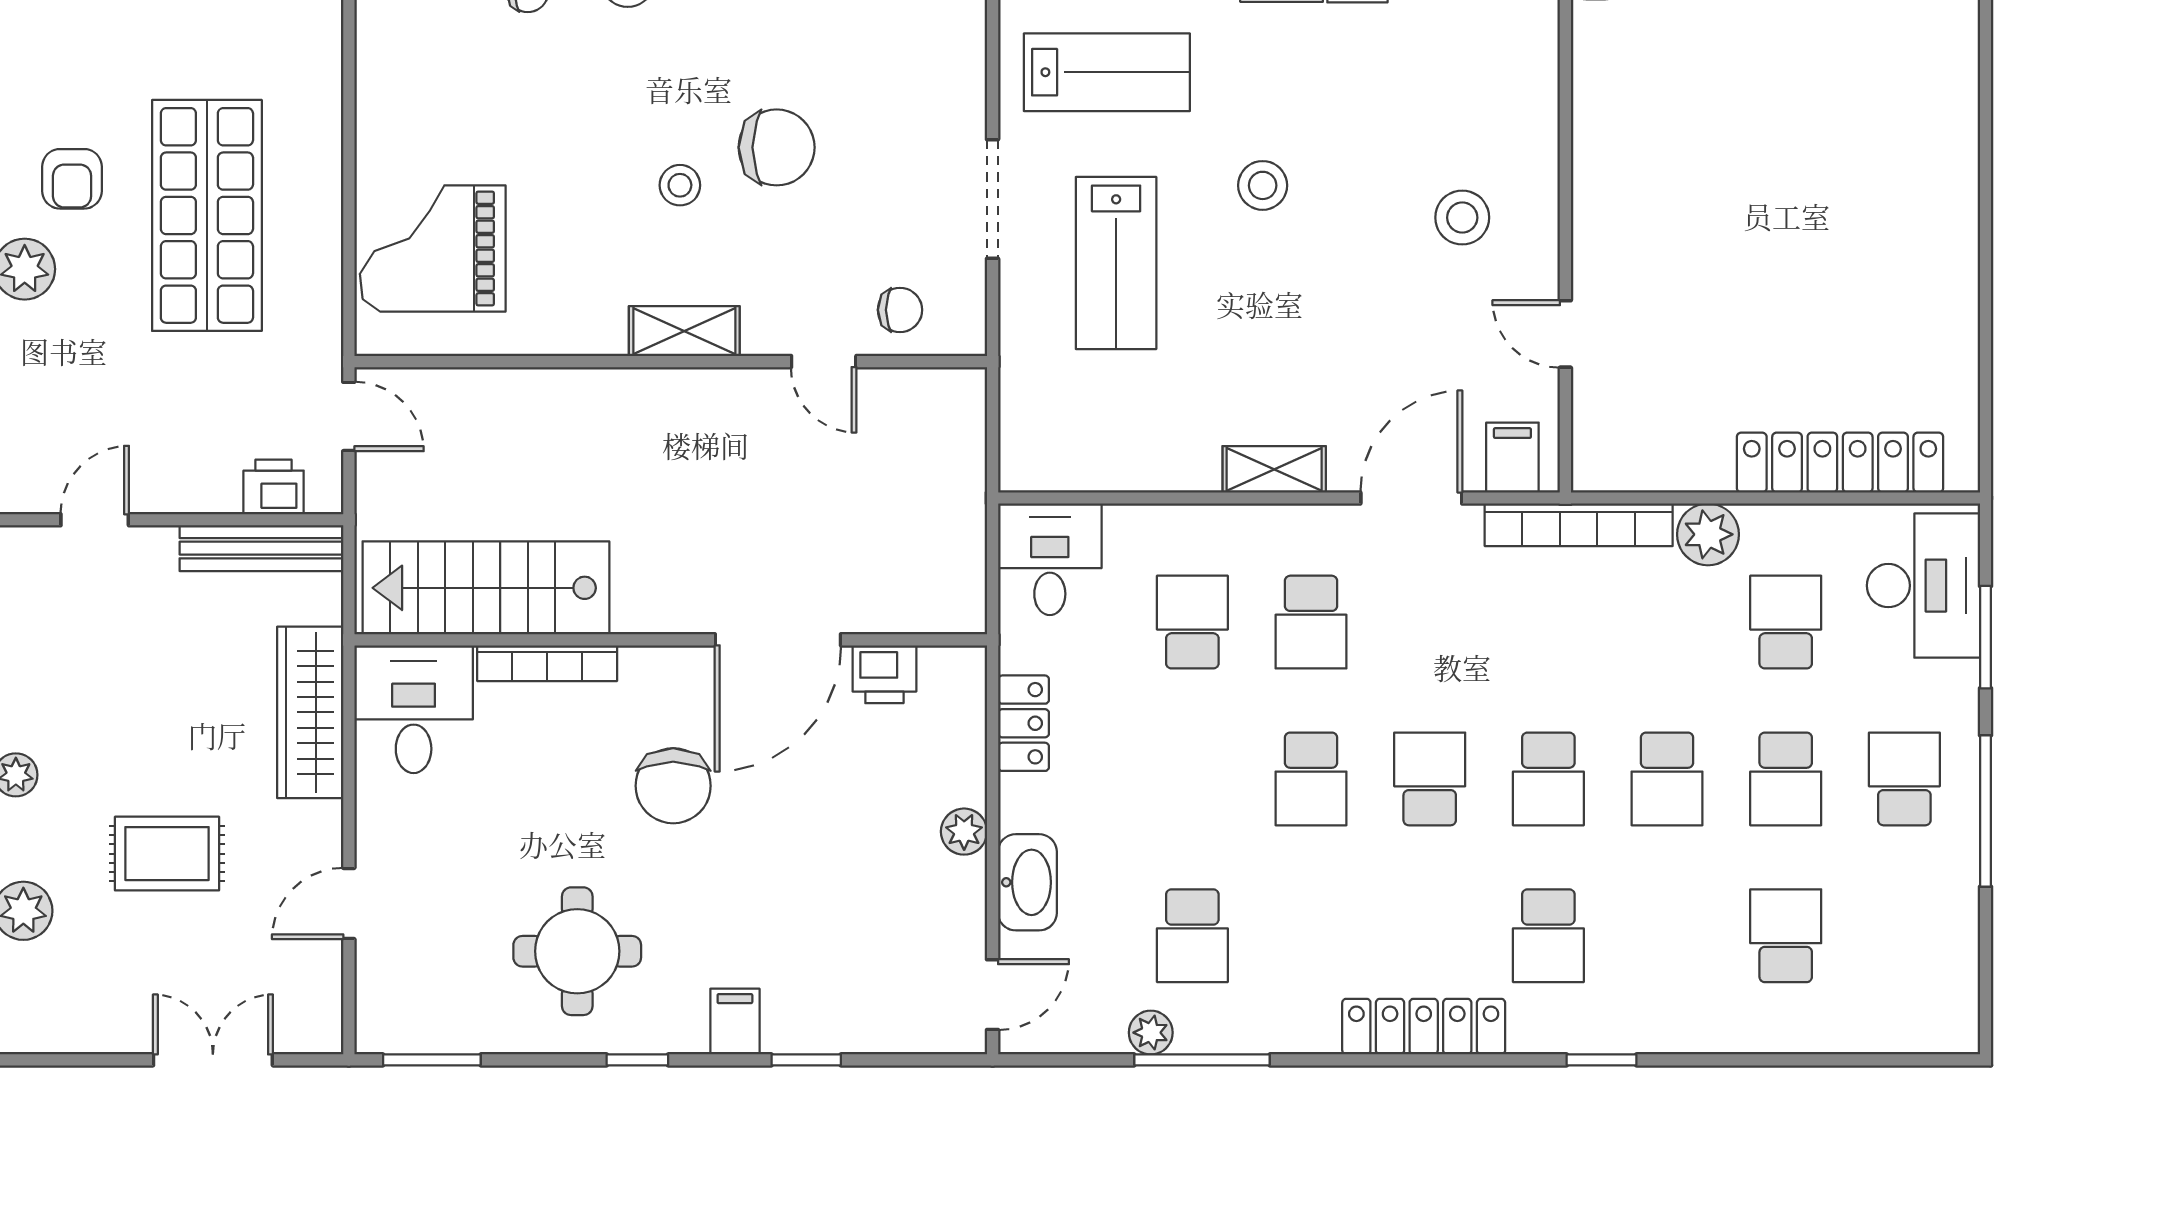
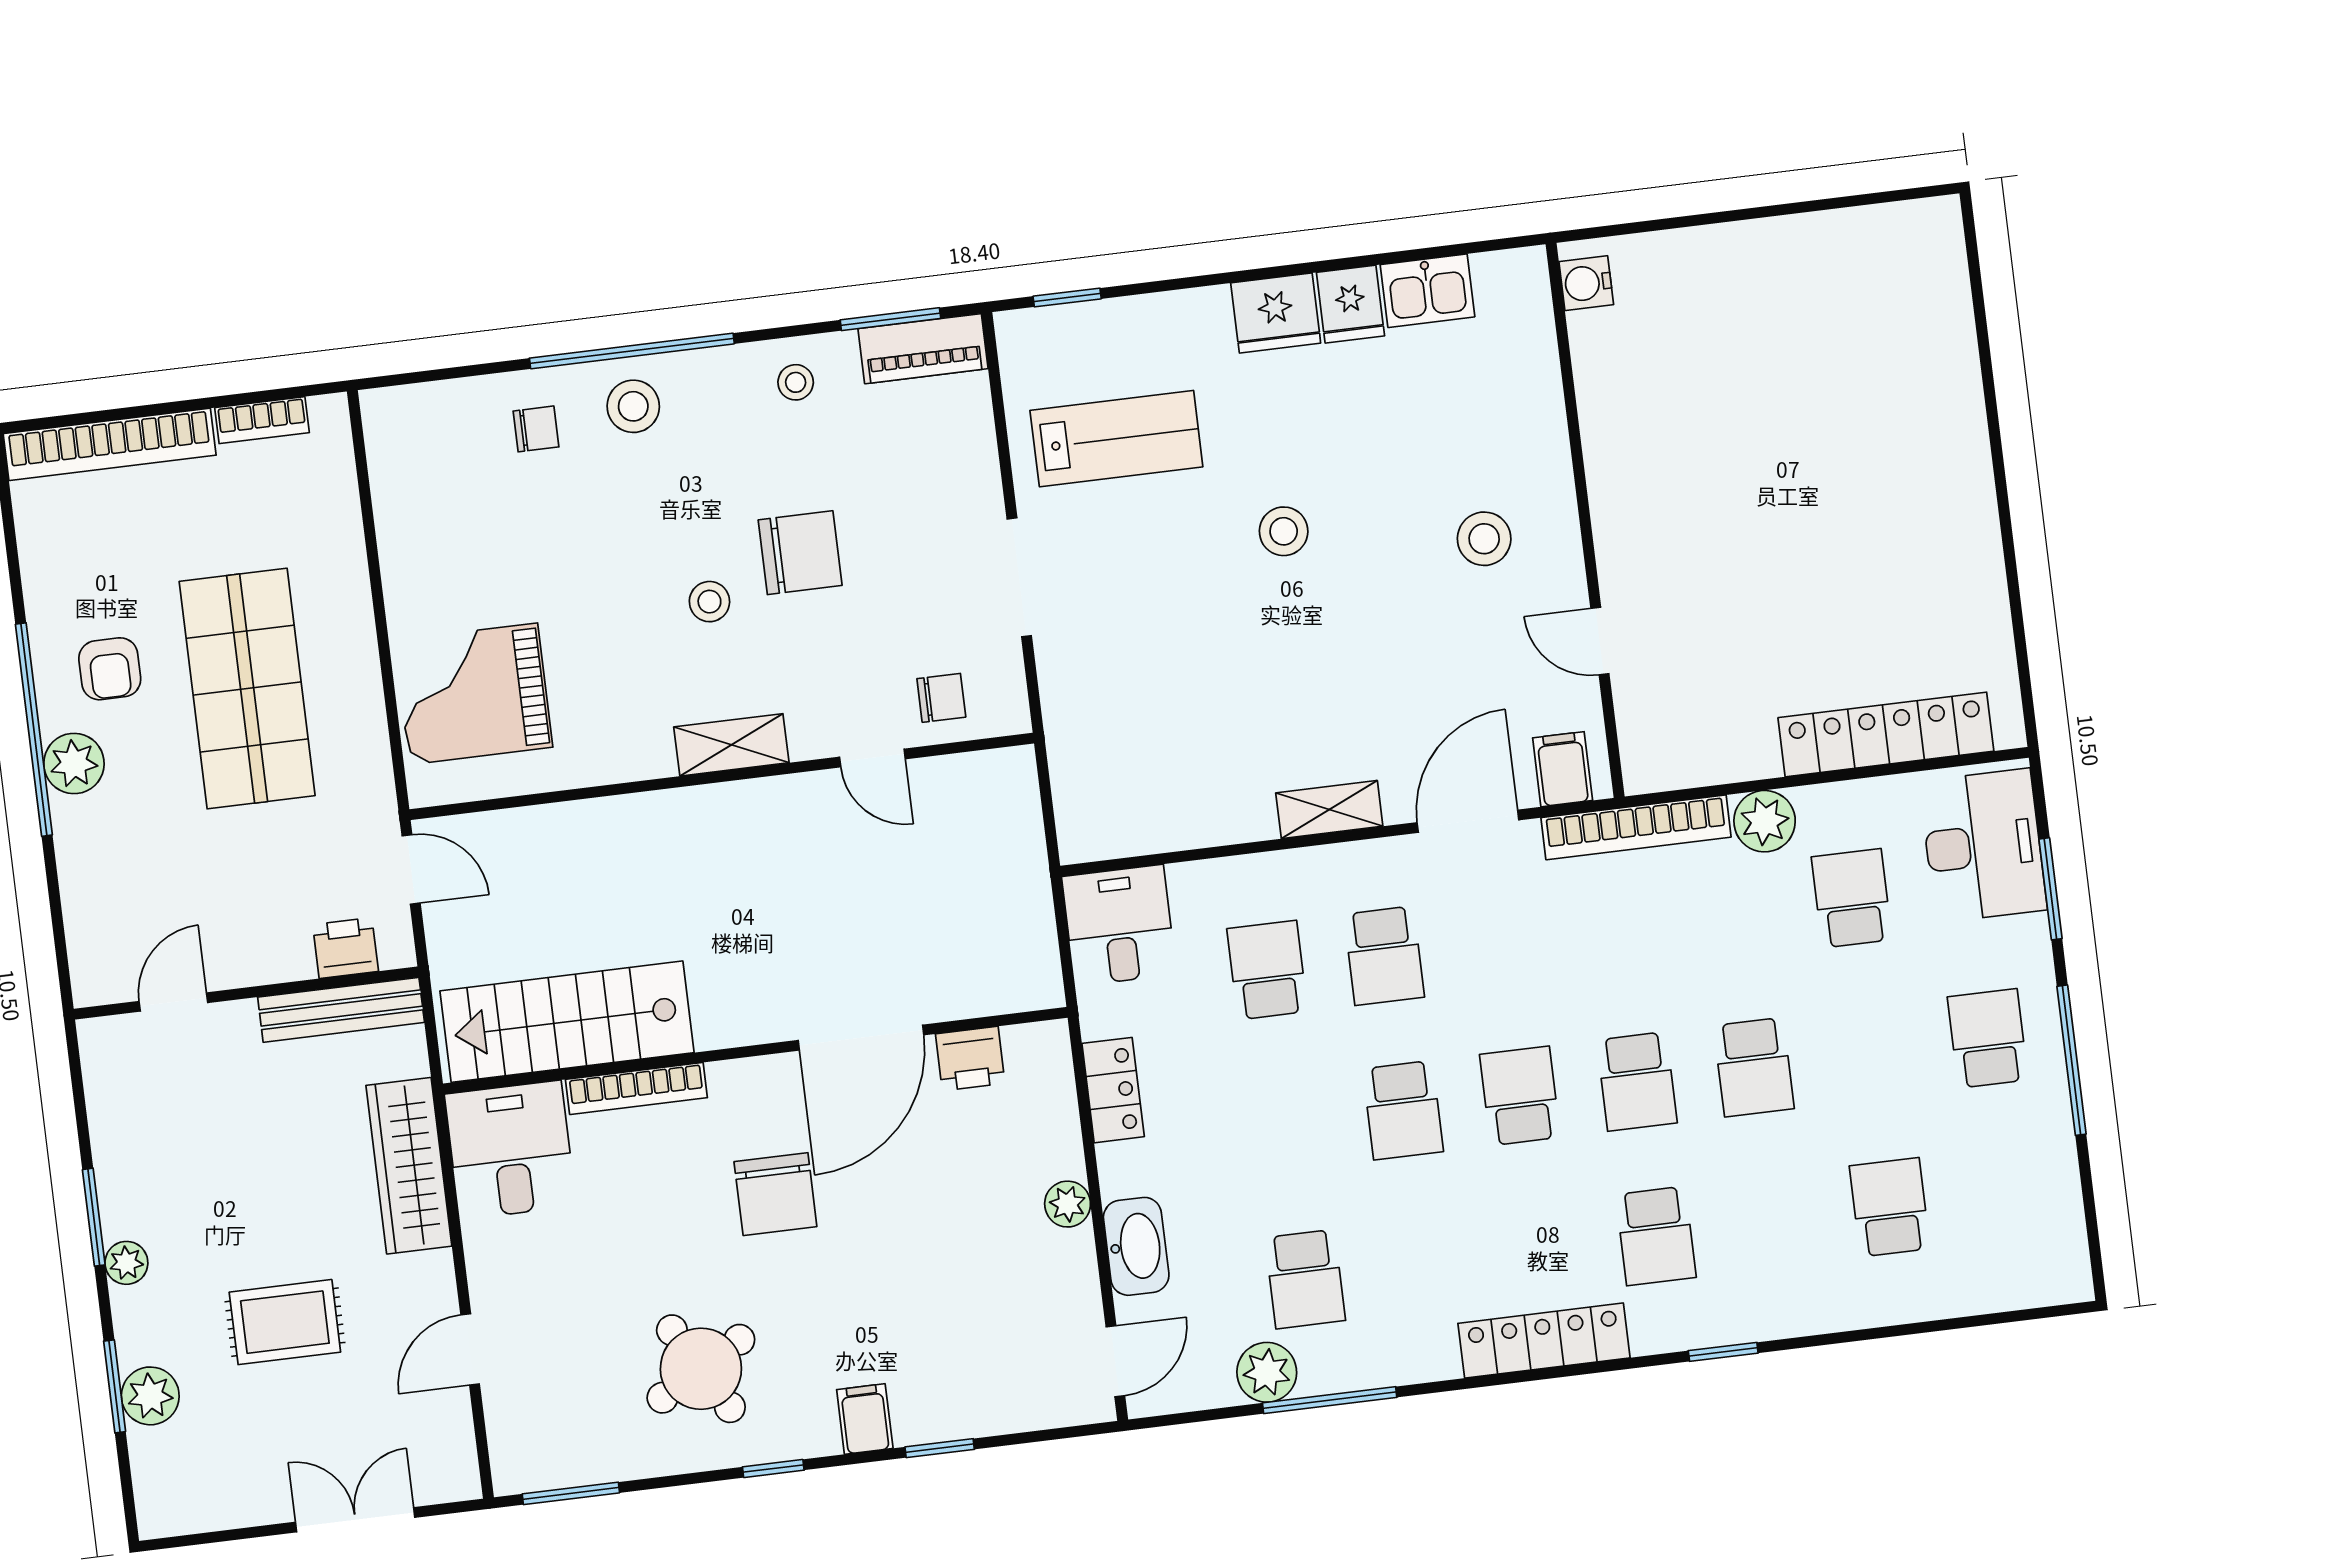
lab bench: (1116, 263) -> (1149, 625), removed
school desk: (1786, 779) -> (1871, 1053), removed
round table: (577, 951) -> (701, 1369), turned -30
plant: (1151, 1033) -> (1267, 1372), width x1.38, depth x1.38

